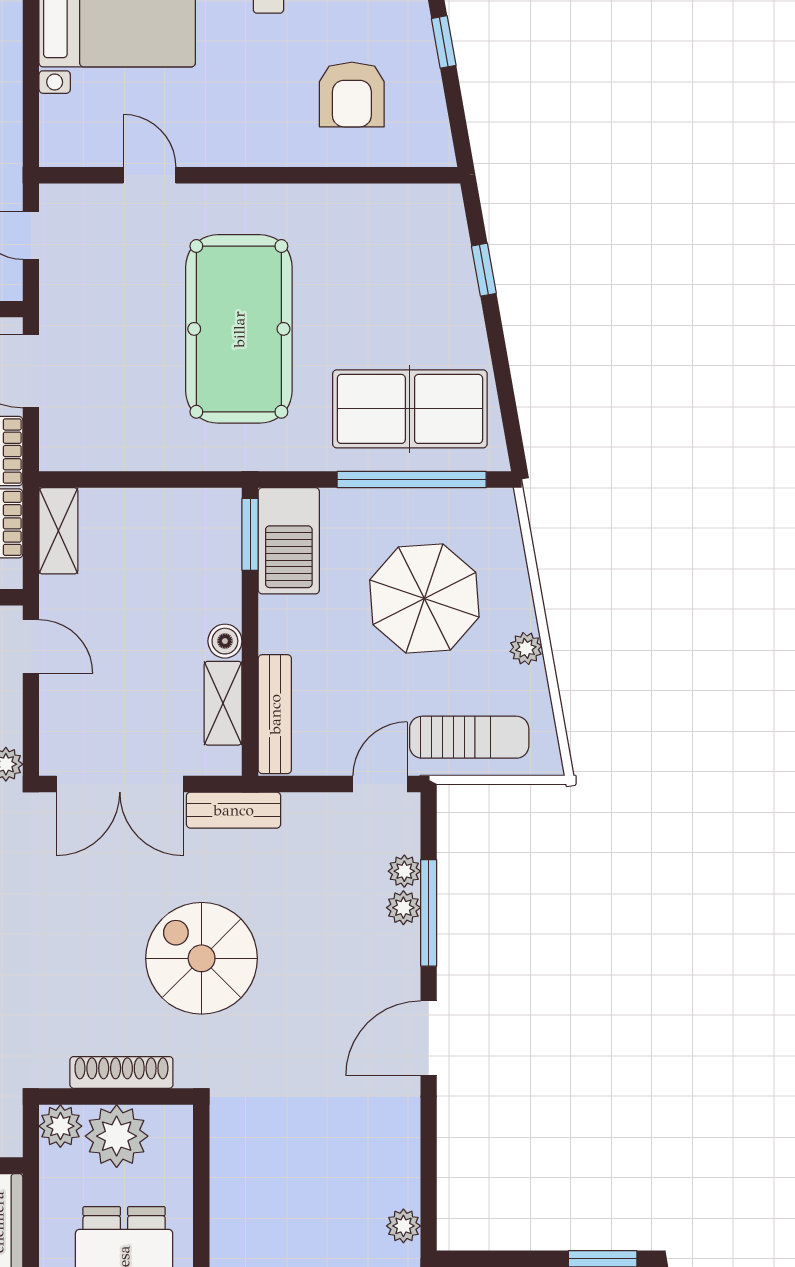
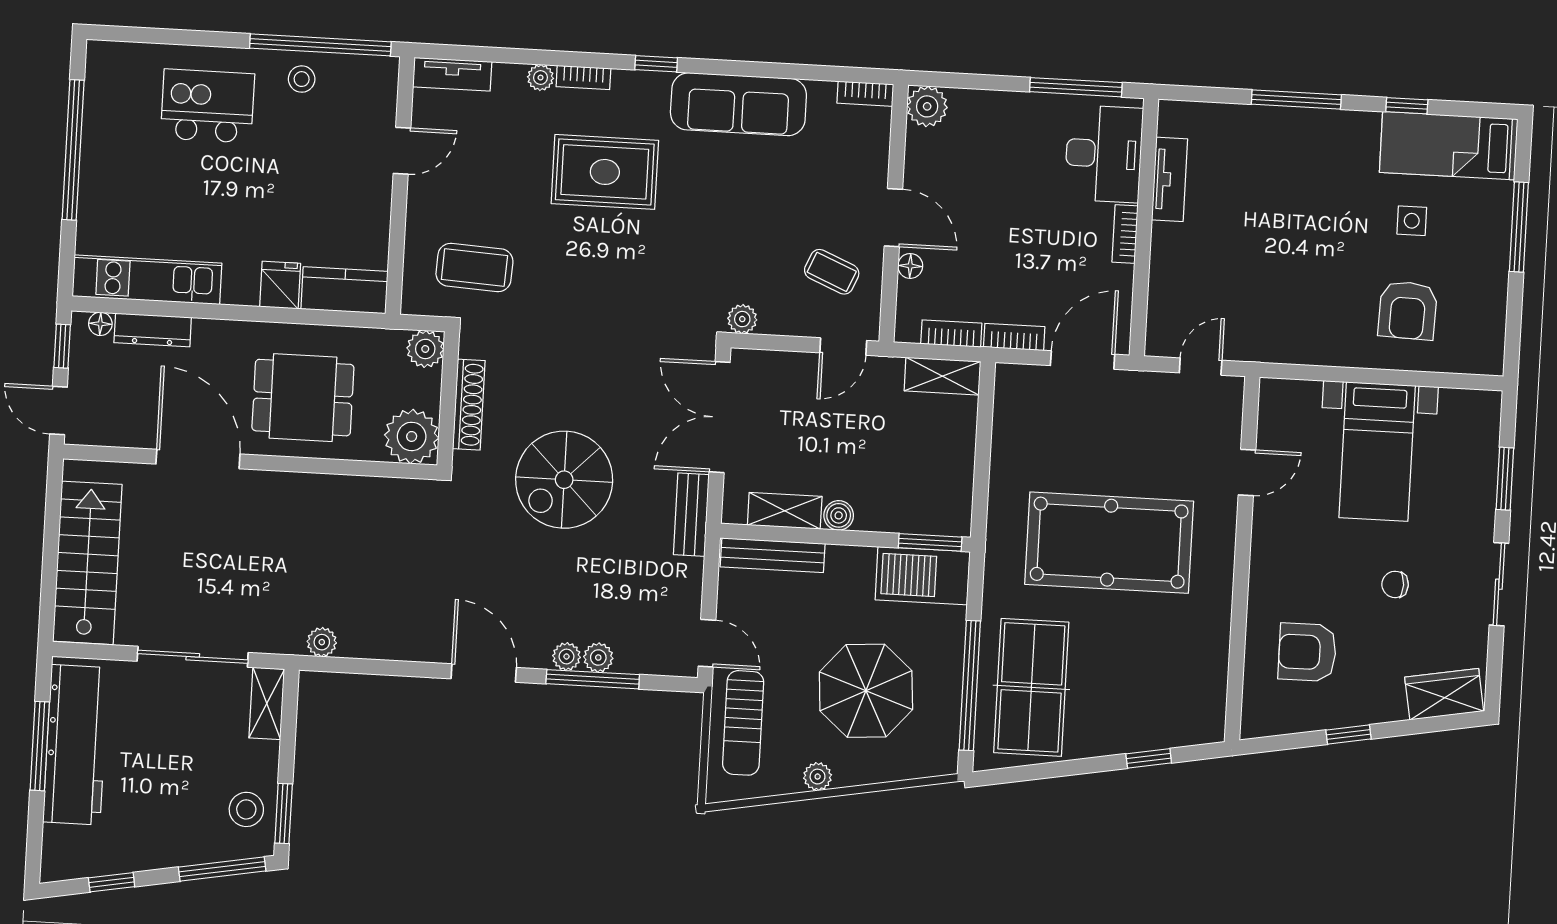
plant: (404, 871) -> (567, 657), moved
spiral stairs: (202, 958) -> (564, 480), turned 180
plant: (117, 1136) -> (412, 436), moved

